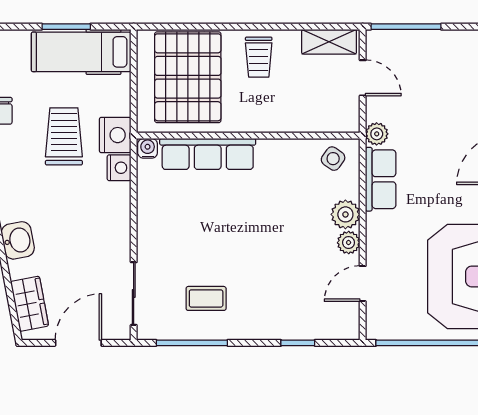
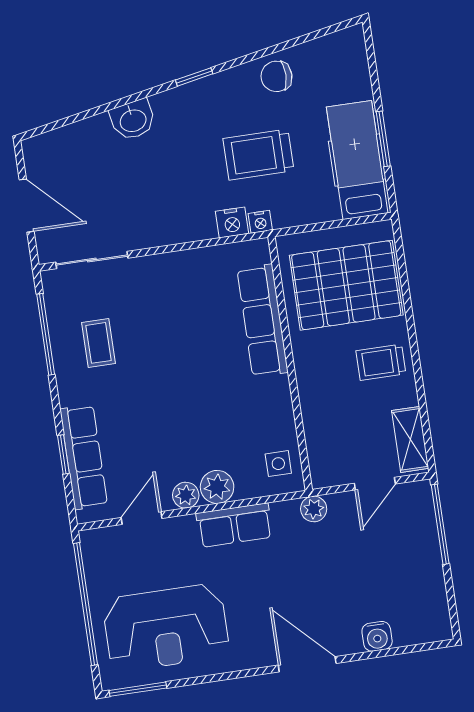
nightstand: (115, 135) -> (260, 222), width x0.53, depth x0.56
trolley: (64, 136) -> (258, 155), turned 180
water cooler: (148, 148) -> (259, 252), removed
side table: (333, 159) -> (278, 464), turned -35
row of seats: (381, 179) -> (234, 525), moved
door: (363, 284) -> (142, 518), hinge flipped
wardrobe: (30, 304) -> (63, 144), removed
row of seats: (303, 326) -> (84, 457), added

